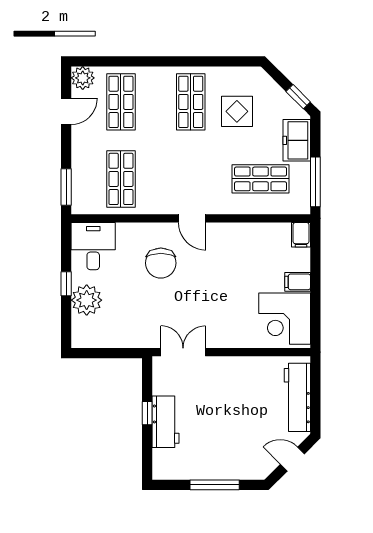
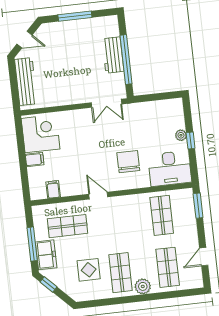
plant: (83, 78) -> (143, 286), moved
window: (315, 182) -> (32, 244), moved
door: (192, 218) -> (98, 196), moved
filing cabinet: (301, 235) -> (53, 189), moved
desk: (93, 246) -> (170, 168), width x1.37
plant: (87, 300) -> (181, 135), width x0.53, depth x0.53
window: (147, 413) -> (126, 59), width x3.17

